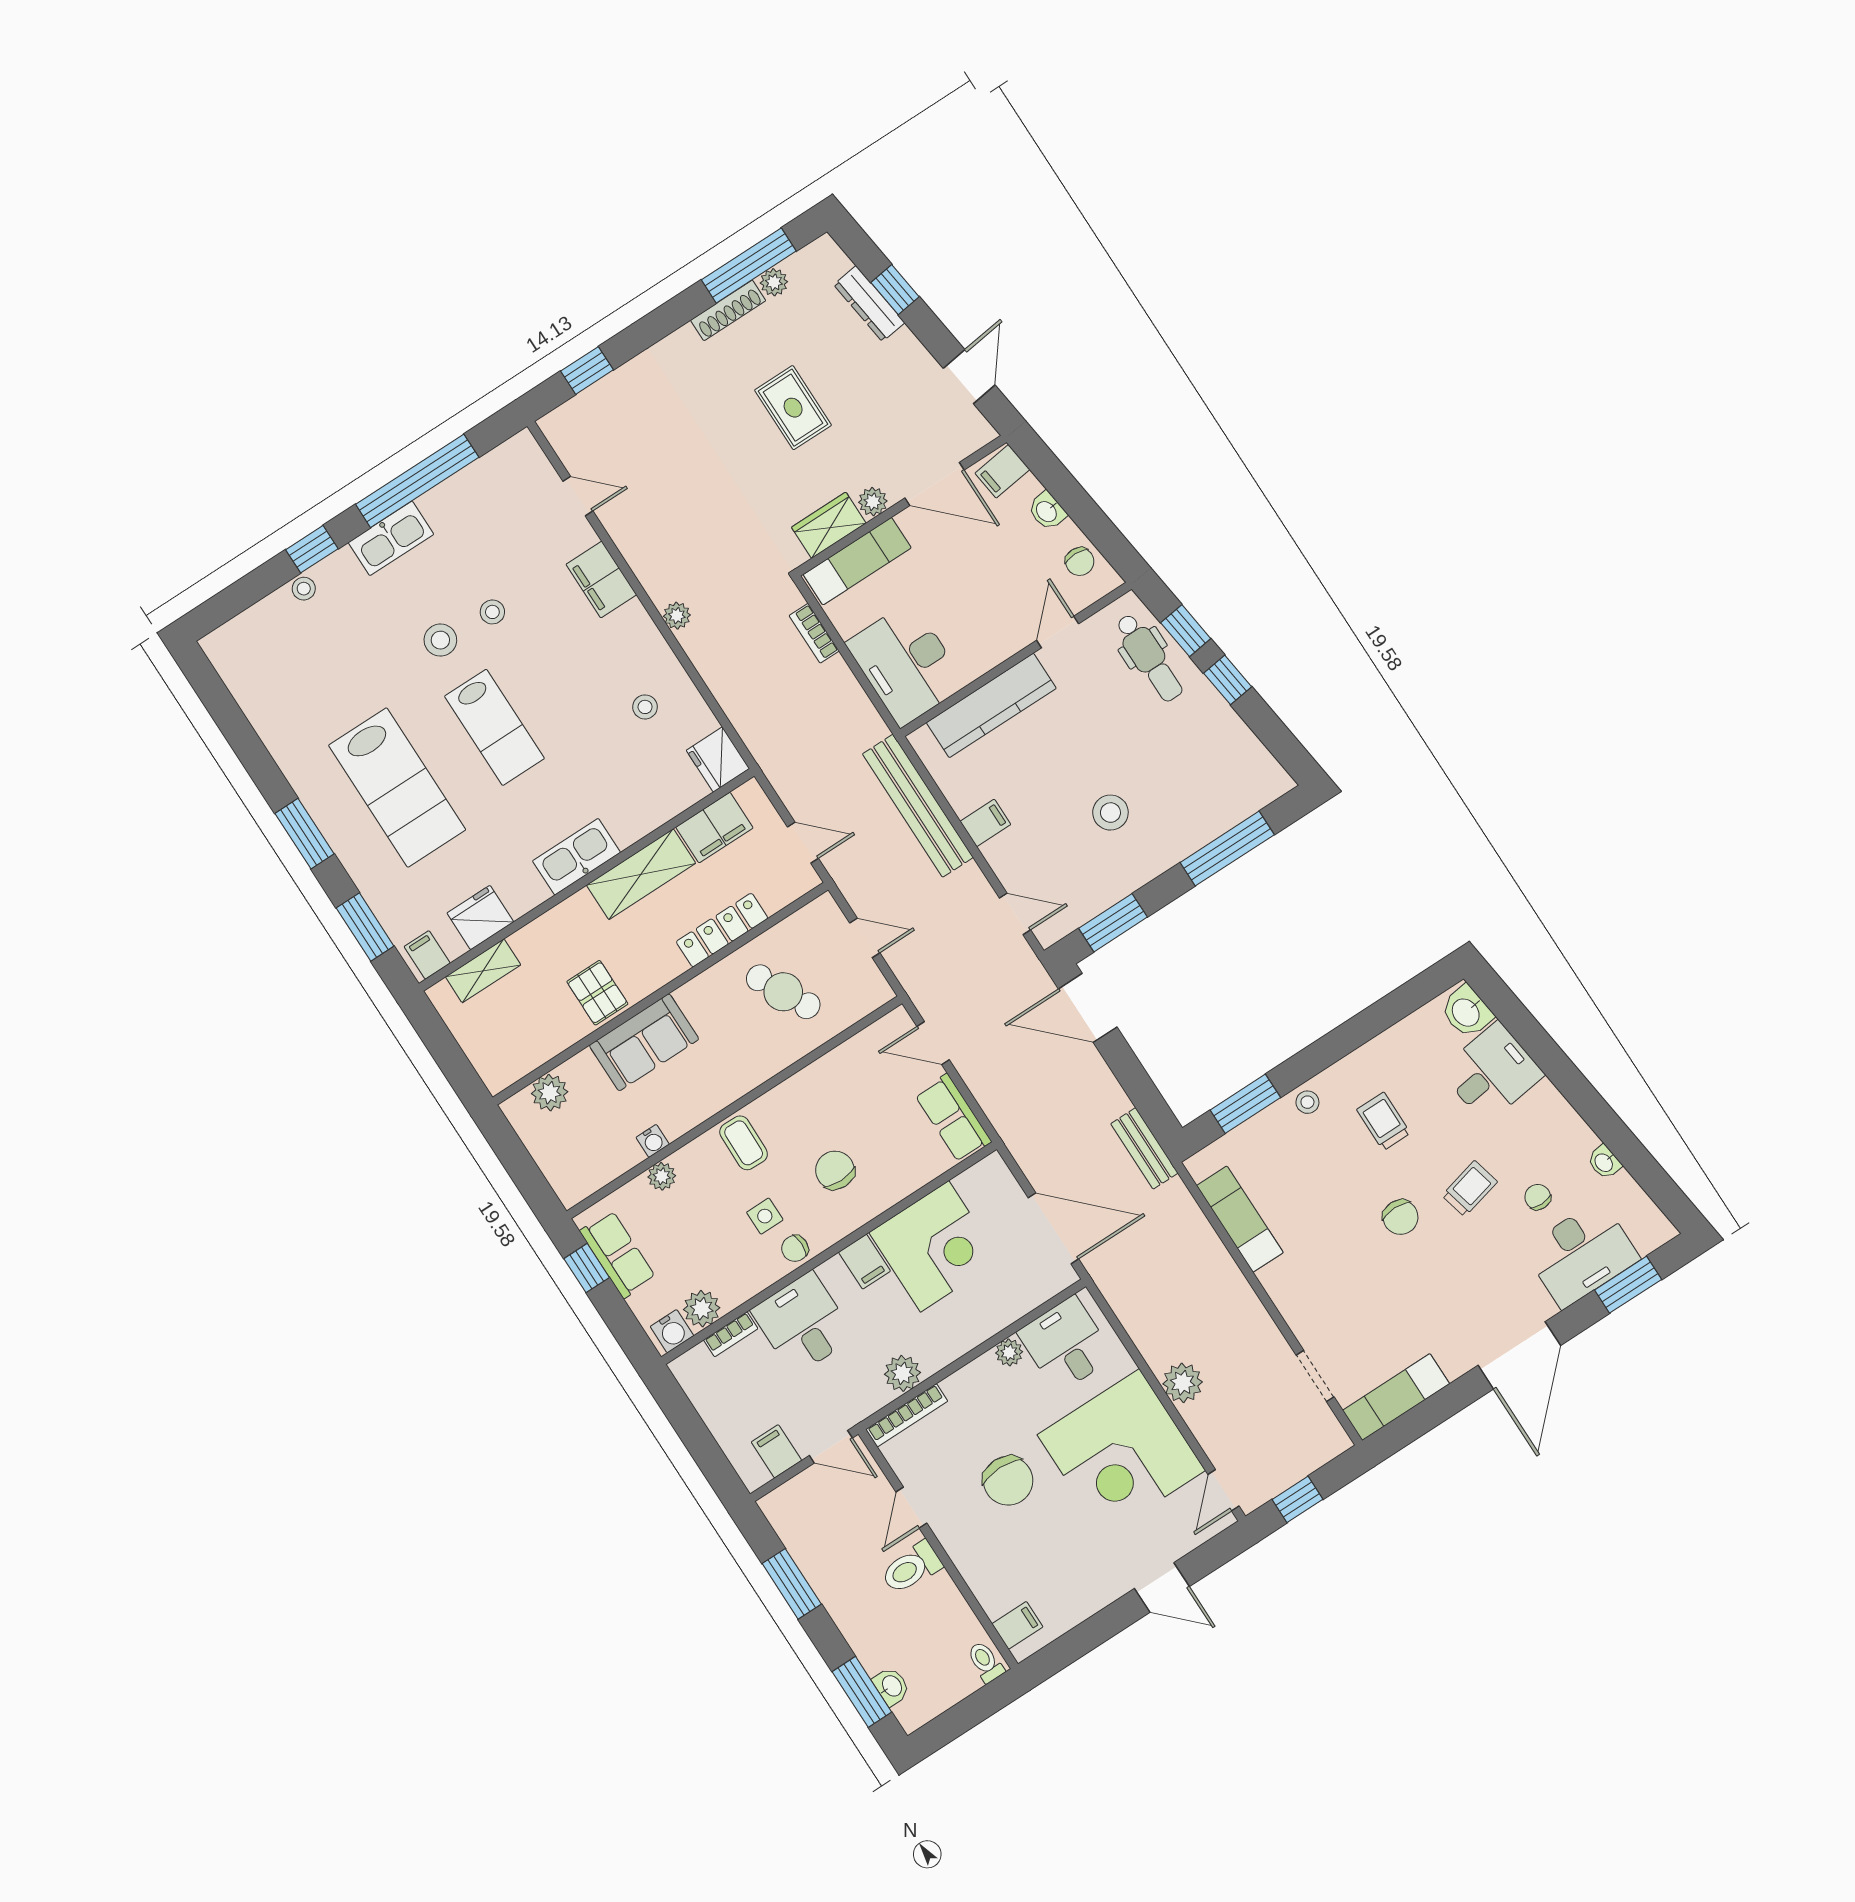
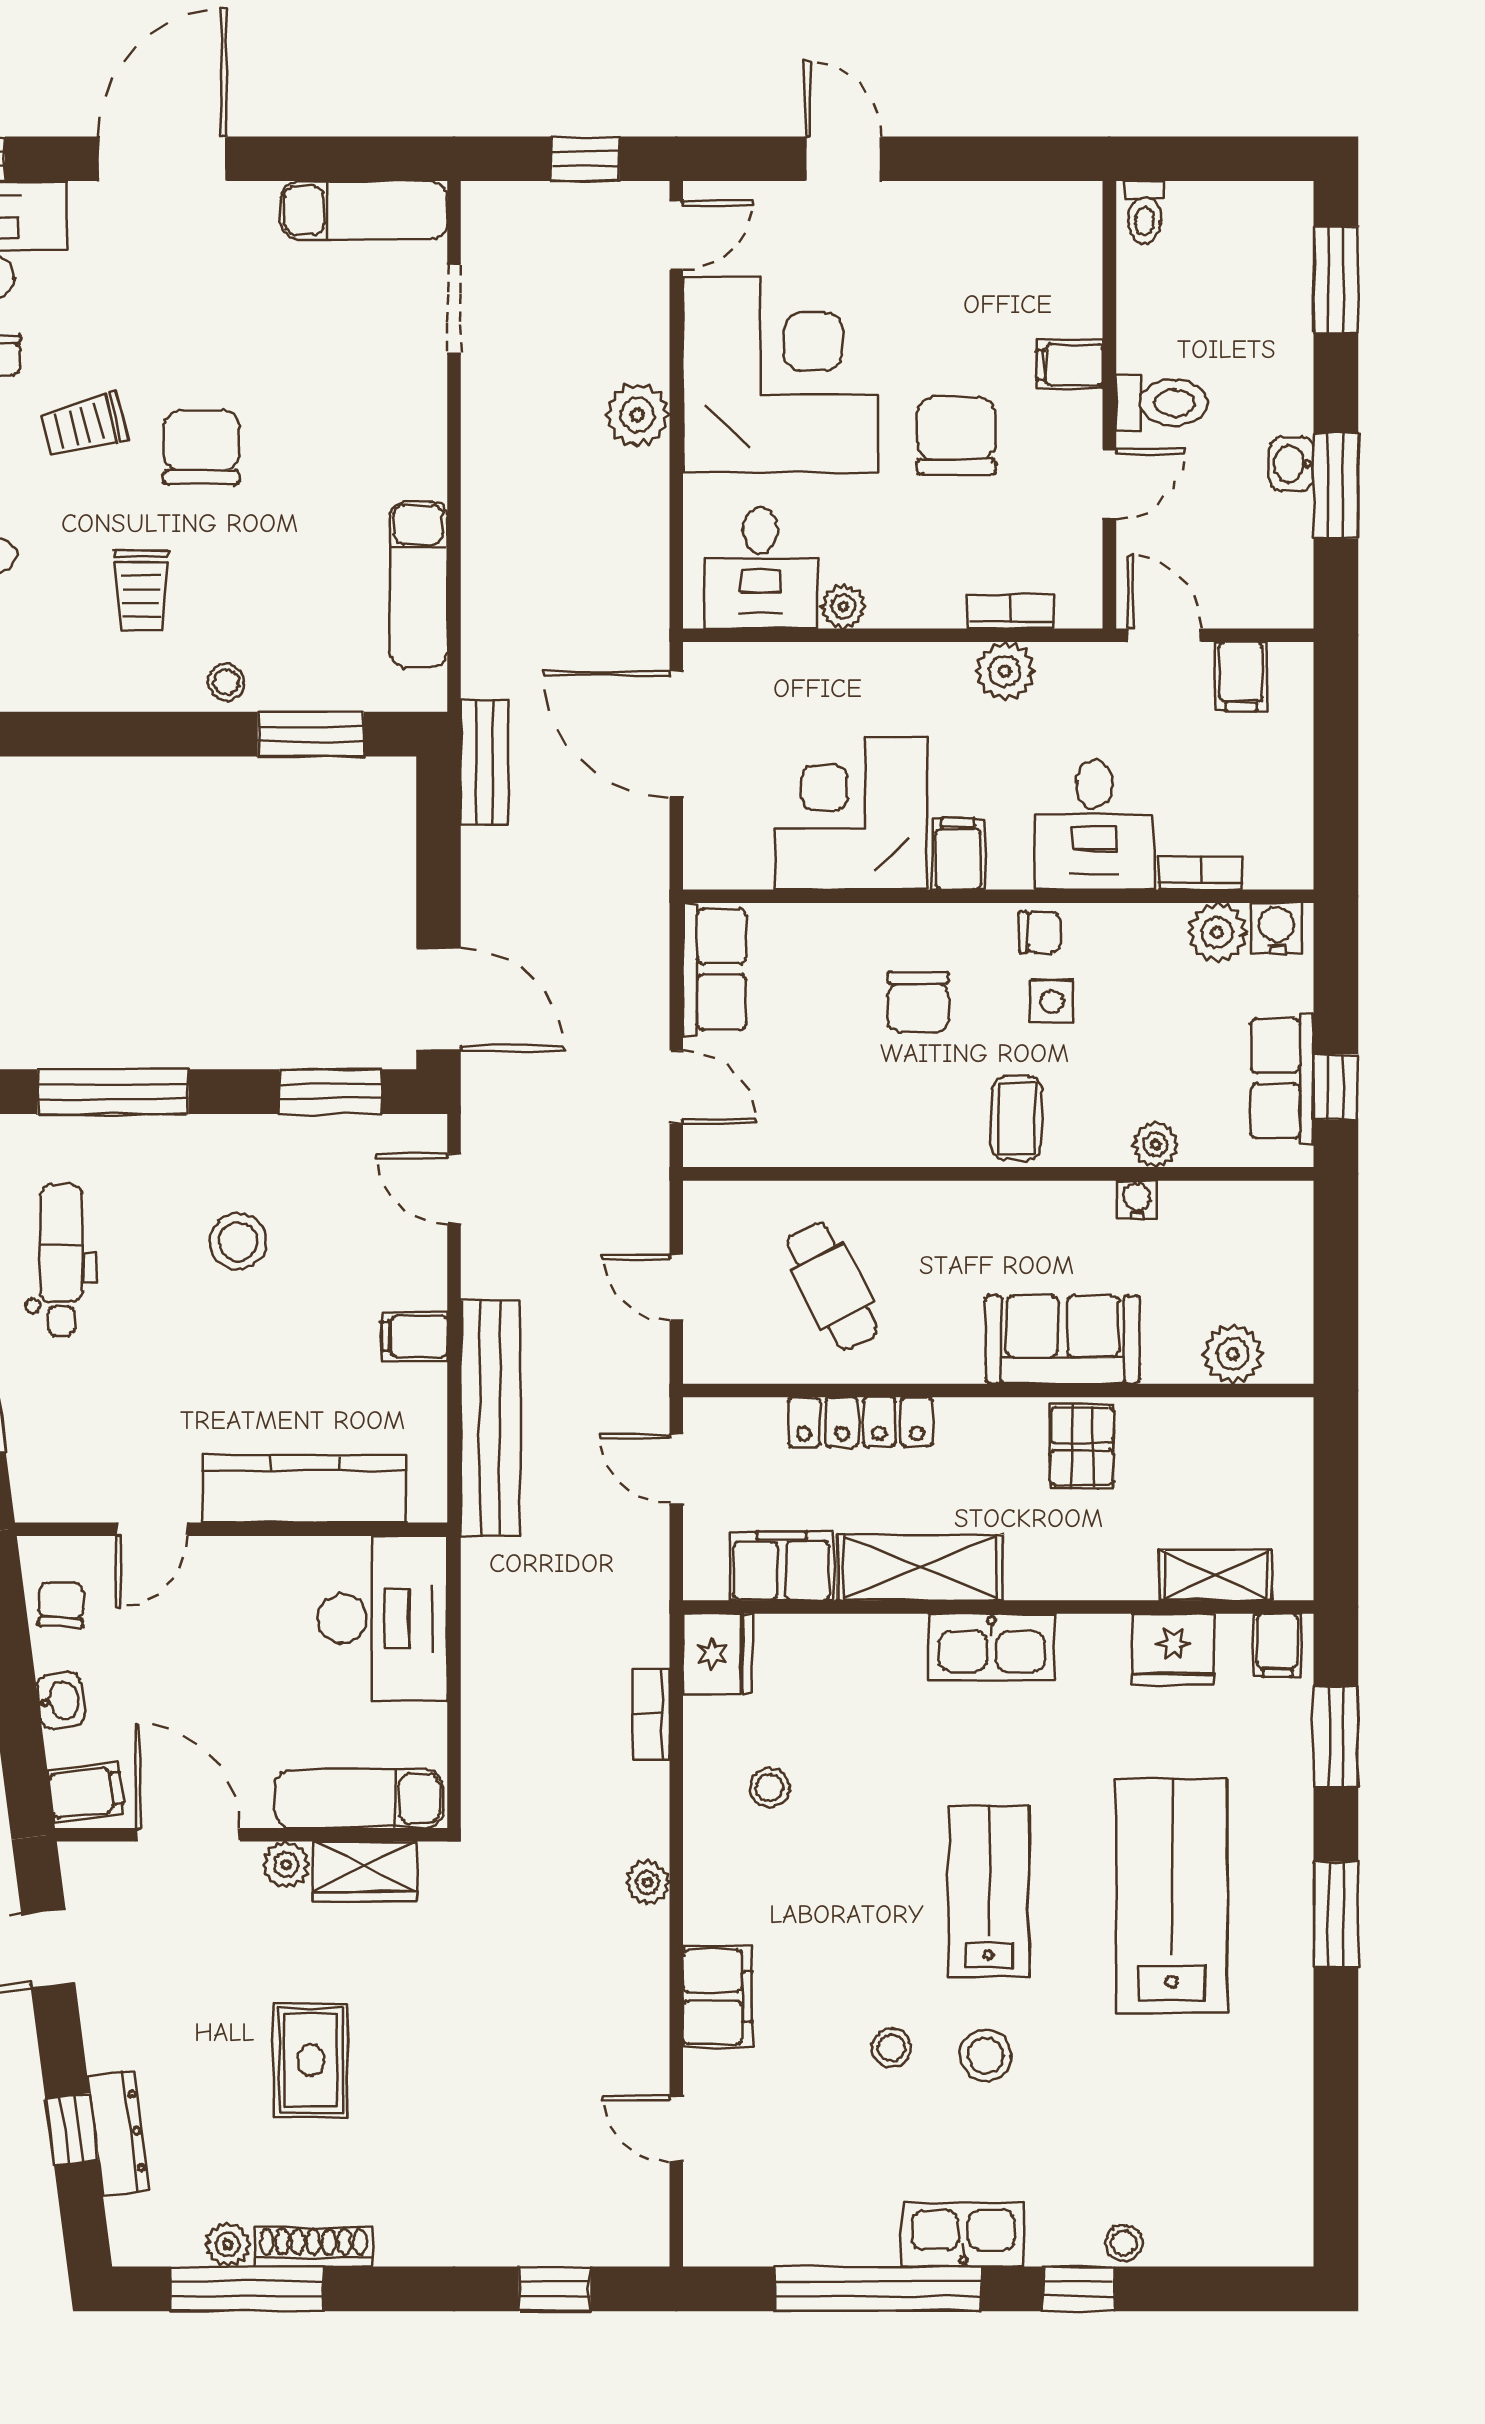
bookcase: (814, 633) -> (651, 1714), moved, turned 180
dental chair: (1149, 658) -> (61, 1260), moved
chair: (1401, 1217) -> (201, 447), width x1.37, depth x1.37
bookcase: (907, 1415) -> (1011, 611), width x0.64
filing cabinet: (1017, 1625) -> (1070, 365), moved
washbasin: (891, 1686) -> (1292, 464), moved

